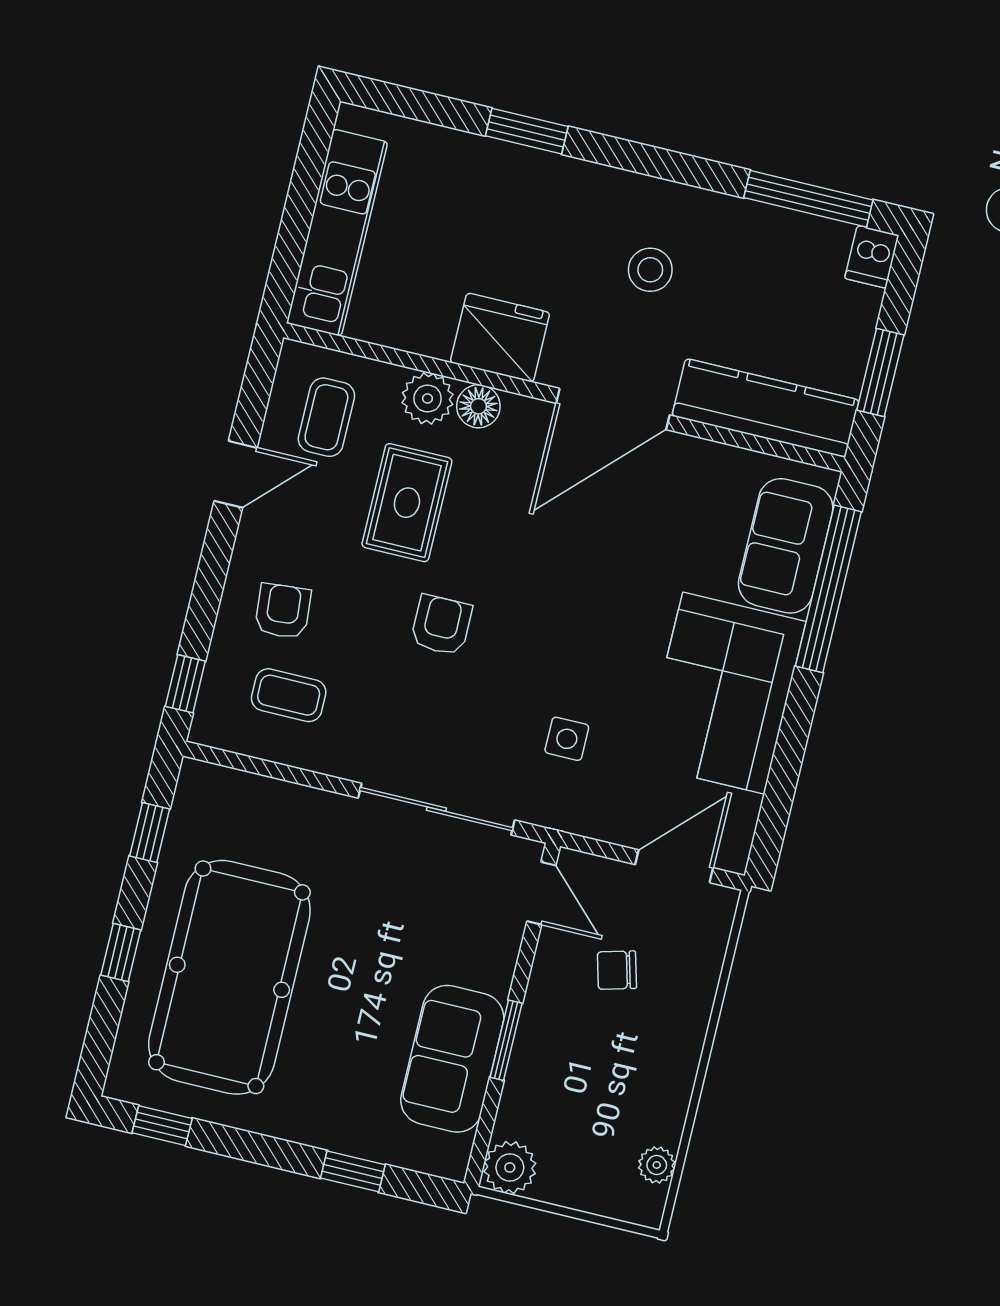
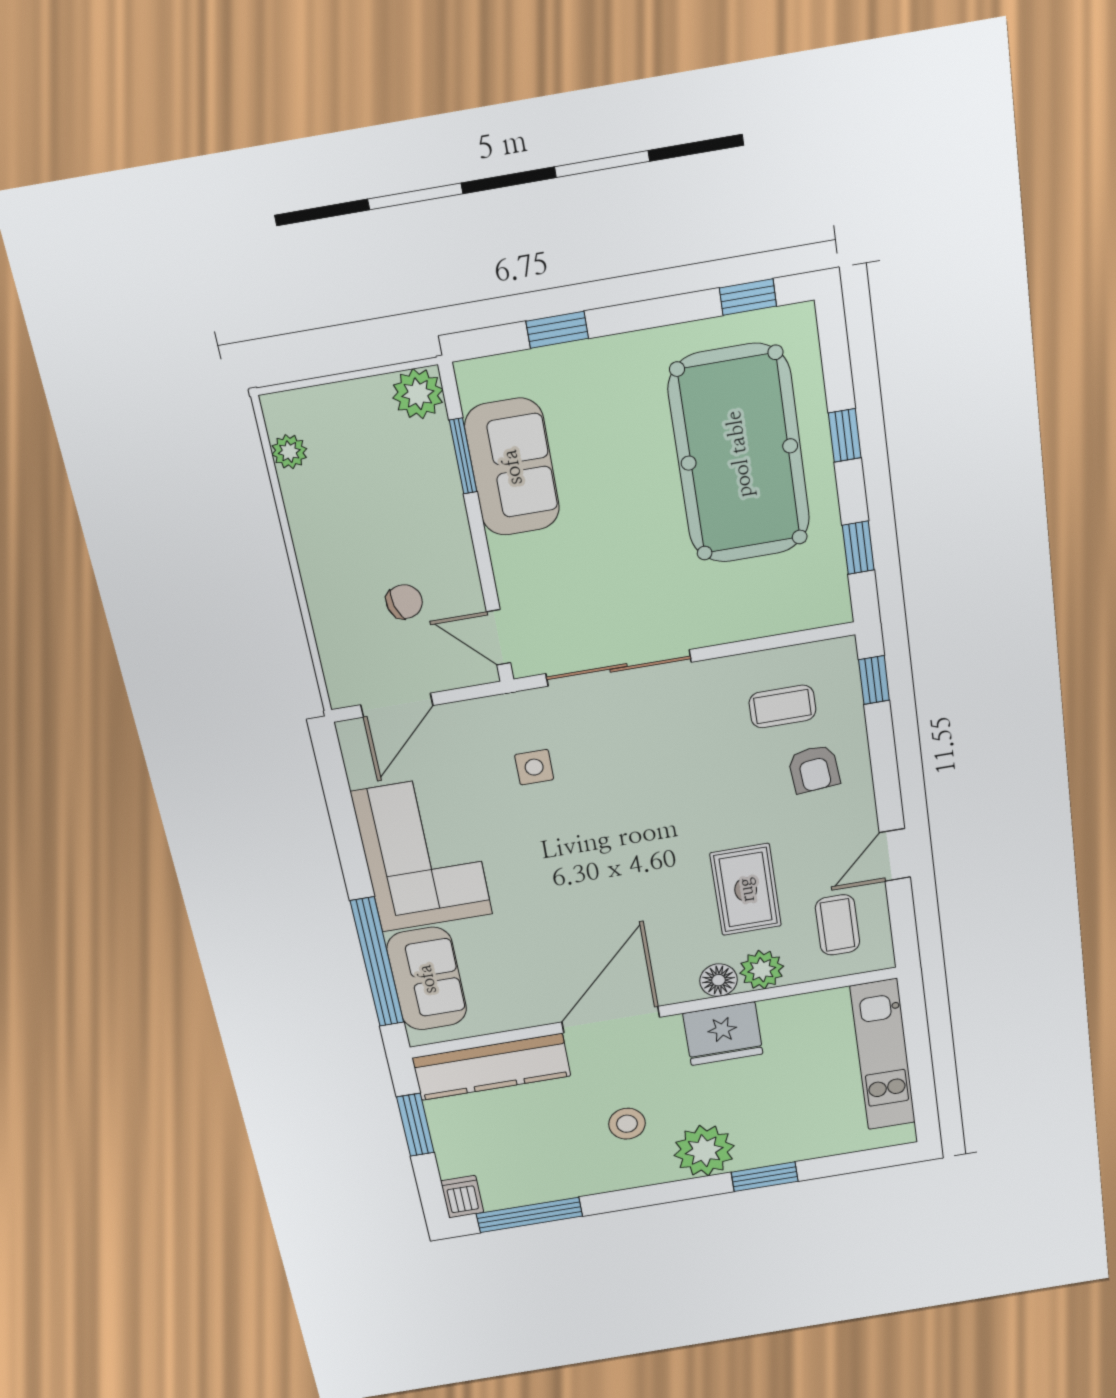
plant: (580, 196) -> (704, 1151), added
armchair: (441, 625) -> (678, 811), removed
window: (506, 1040) -> (463, 456), moved

